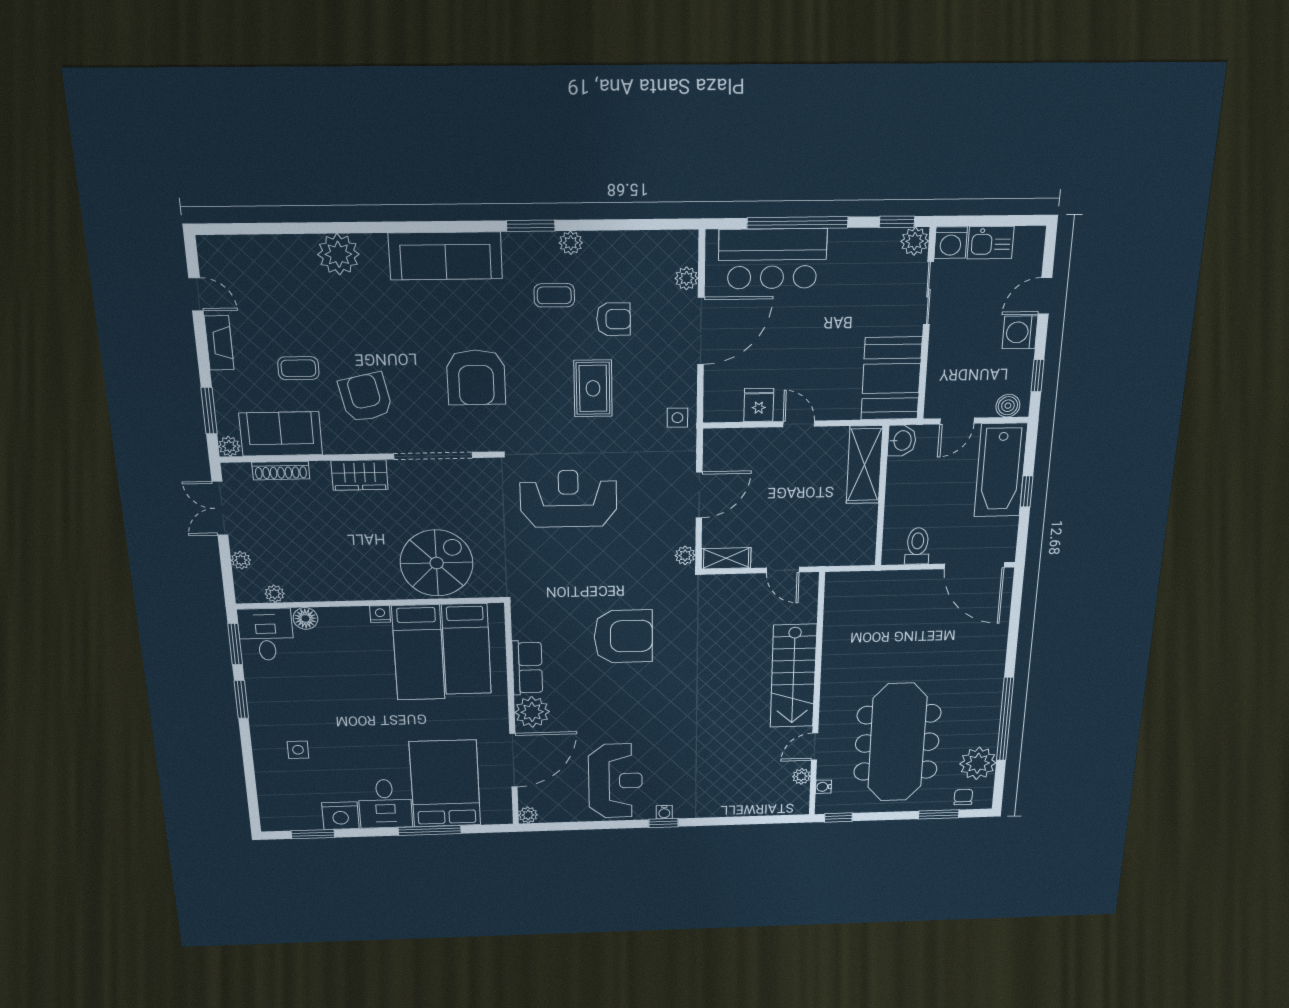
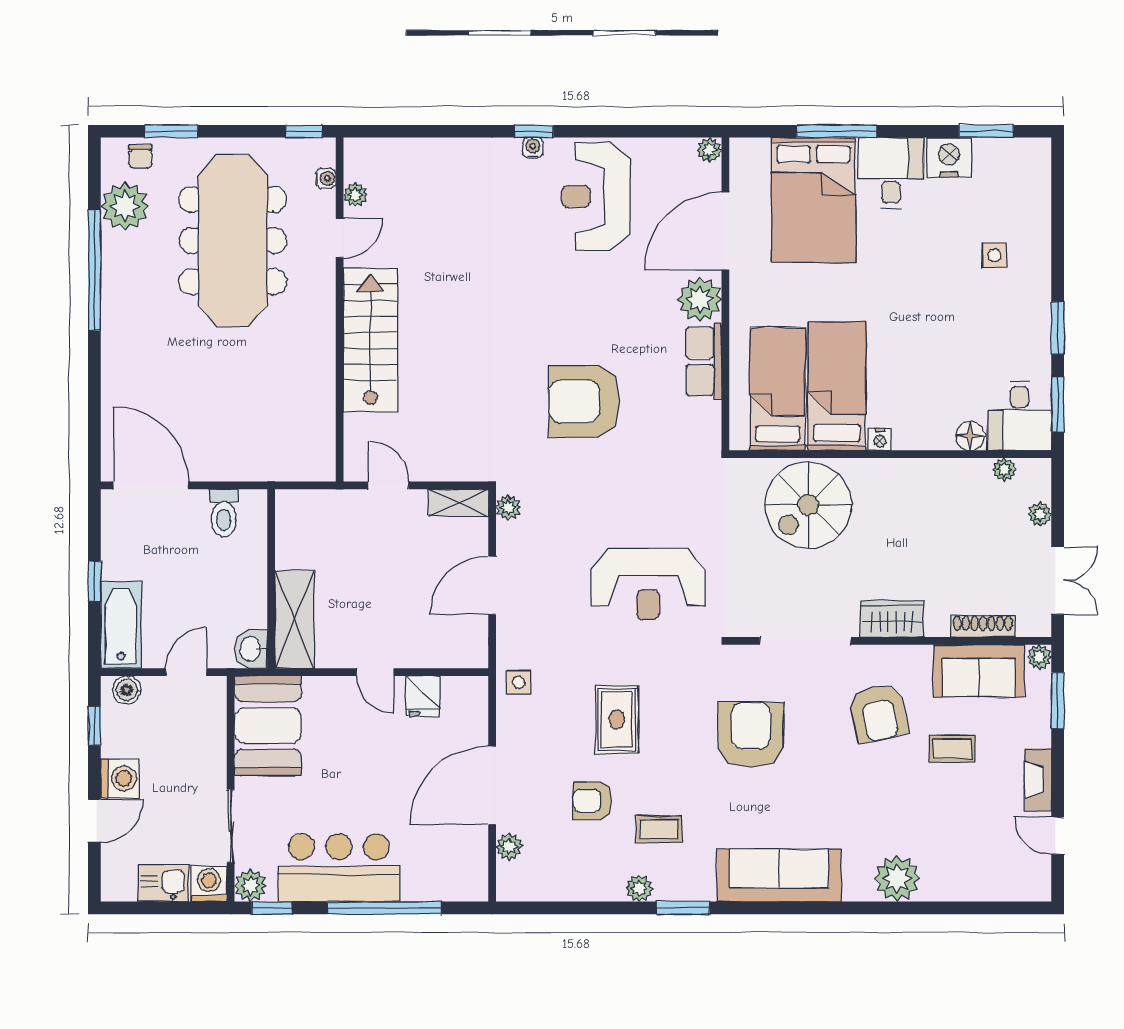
bar counter: (772, 259) -> (339, 868), moved
bathtub: (1001, 470) -> (121, 625), width x0.73, depth x0.73

